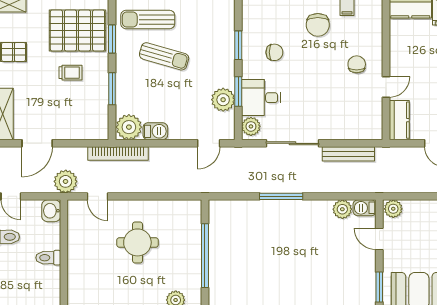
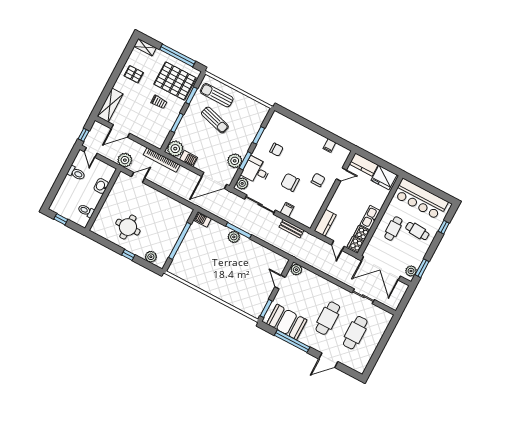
chair: (318, 25) -> (290, 182), moved, turned 90
door: (386, 87) -> (341, 174), moved
filing cabinet: (335, 130) -> (287, 210), added
door: (209, 143) -> (214, 180), width x1.88
bench: (348, 154) -> (291, 229), width x0.73
door: (97, 196) -> (138, 177), swing flipped
barbecue: (365, 208) -> (203, 220), moved
plant: (342, 209) -> (234, 237), moved
washbasin: (51, 211) -> (101, 186), moved
round table: (137, 242) -> (128, 227), moved
toilet: (48, 258) -> (86, 211), moved

